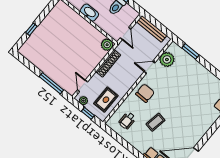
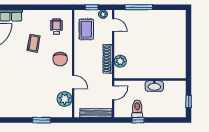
window: (31, 29) -> (189, 36), removed
door: (125, 33) -> (113, 93), swing flipped
plant: (107, 45) -> (120, 61), moved
window: (190, 51) -> (41, 120), moved
door: (150, 67) -> (73, 82), hinge flipped

